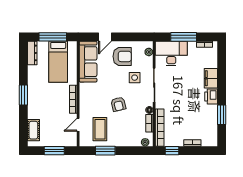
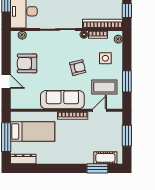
armchair: (122, 56) -> (27, 63), turned -90
sofa: (88, 62) -> (62, 100), moved
side table: (135, 78) -> (105, 58), moved
window: (23, 95) -> (97, 168), moved
door: (78, 125) -> (100, 110), swing flipped

